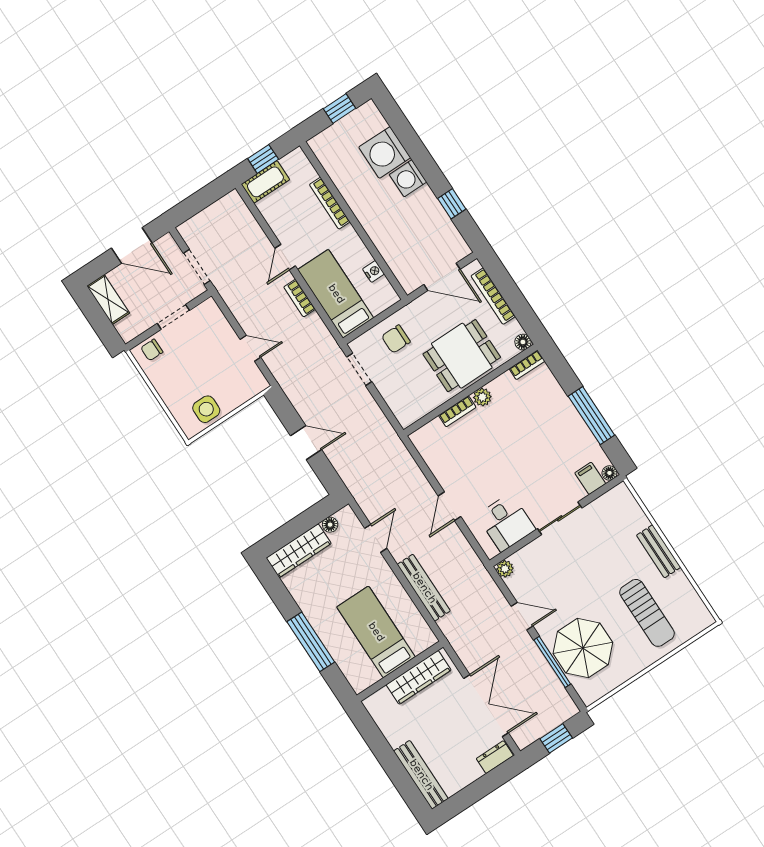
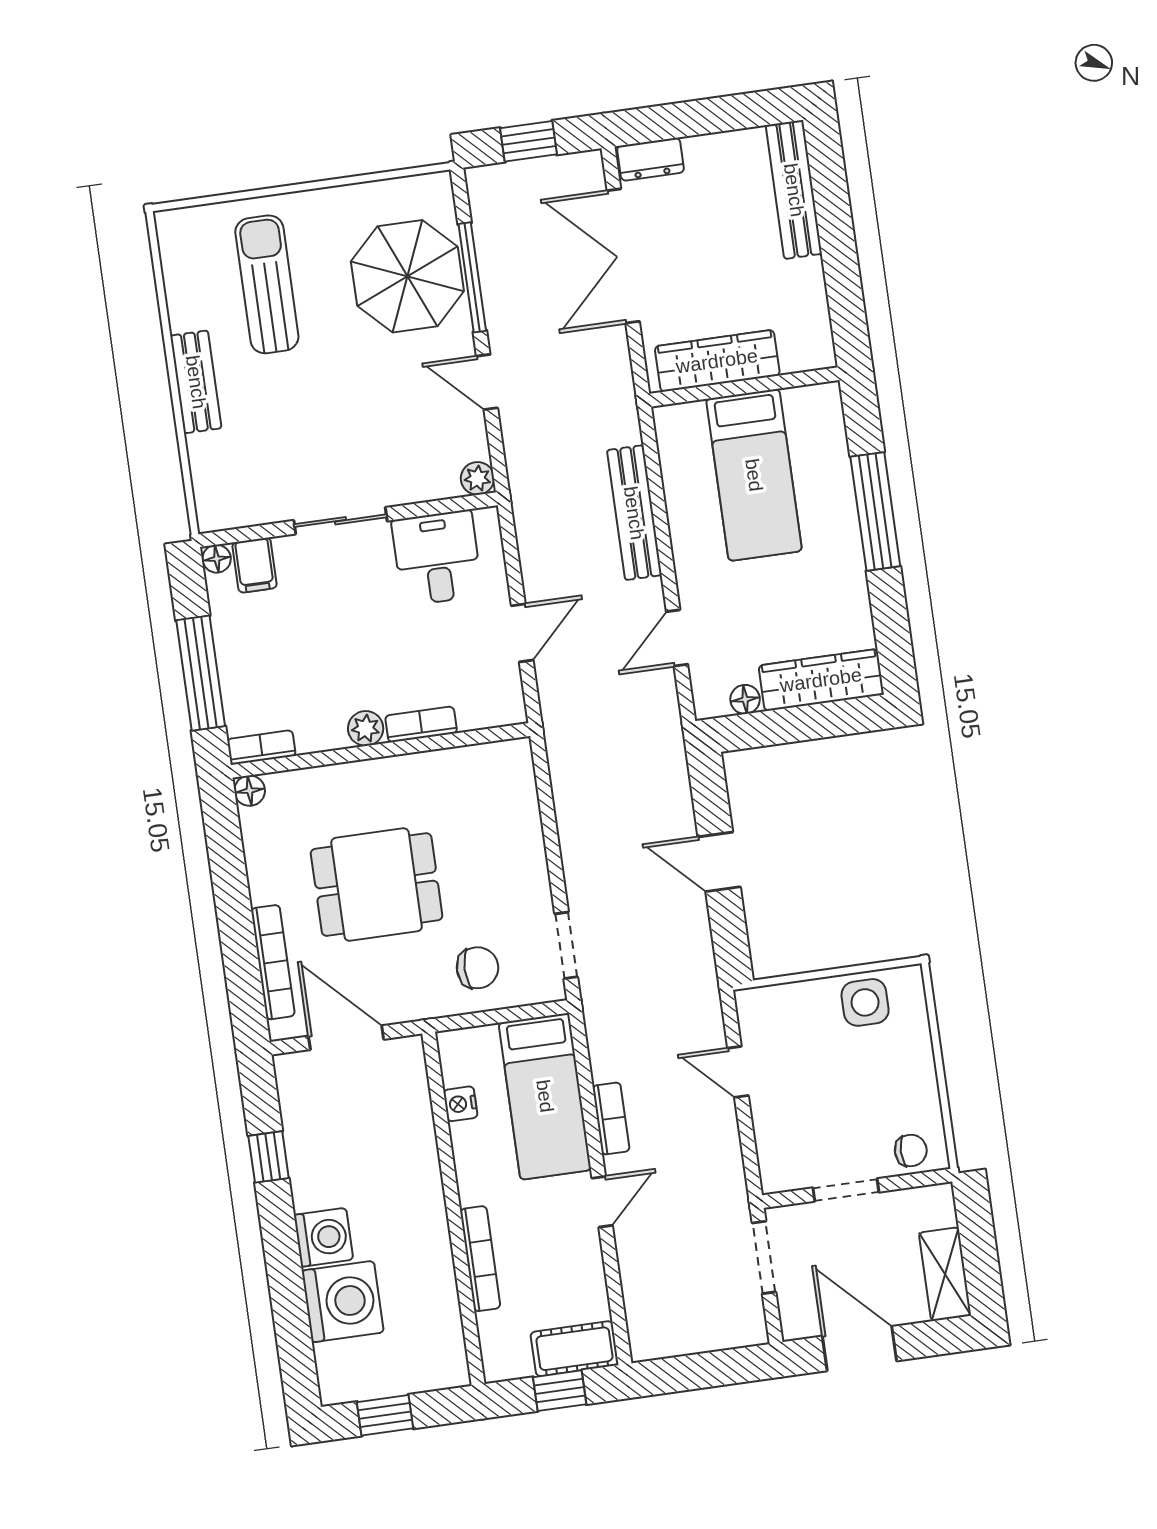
floor lamp: (523, 342) -> (250, 791), moved
bookcase: (527, 365) -> (261, 747), moved
wall: (470, 390) -> (380, 750), moved
plant: (482, 397) -> (366, 728), moved
bookcase: (457, 411) -> (421, 724), moved

